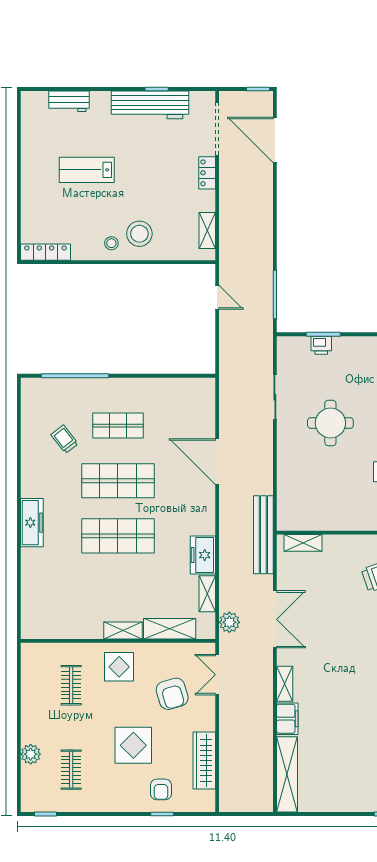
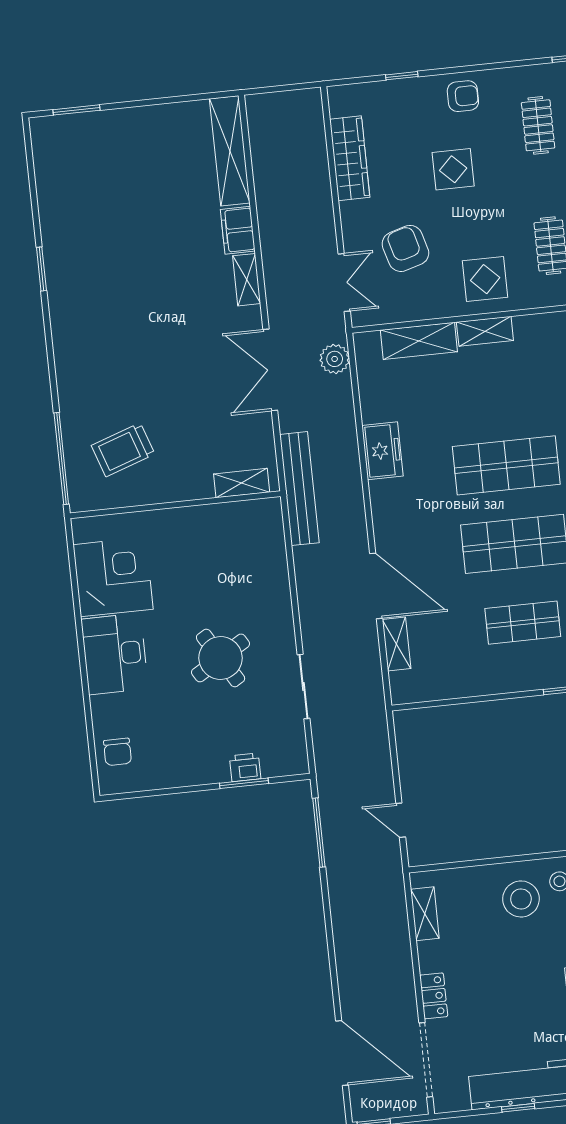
round table: (330, 423) -> (221, 658), turned -31
shelving: (207, 594) -> (397, 644), moved
display table: (133, 745) -> (453, 169), width x0.73, depth x0.73
armchair: (161, 789) -> (463, 96), moved, turned 90

